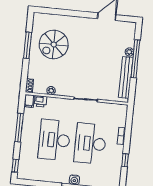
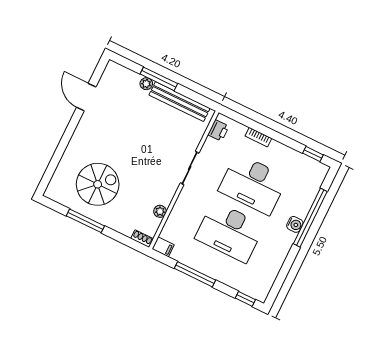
spiral stairs: (54, 44) -> (98, 184), turned -90
window: (135, 59) -> (159, 79), width x0.68
printer: (41, 101) -> (218, 130), moved
window: (125, 160) -> (313, 154), moved

